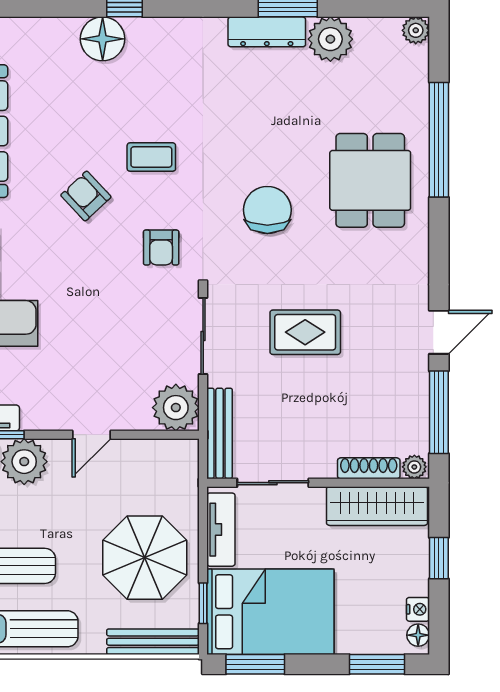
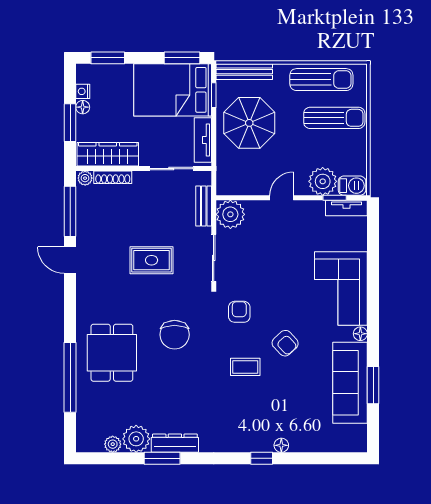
plant: (416, 30) -> (113, 444), moved
floor lamp: (103, 39) -> (281, 445), width x0.53, depth x0.53
door: (439, 332) -> (70, 260), hinge flipped
bench: (220, 433) -> (204, 206), width x0.73
window: (439, 558) -> (70, 123), width x1.50
floor lamp: (418, 635) -> (83, 107), moved

